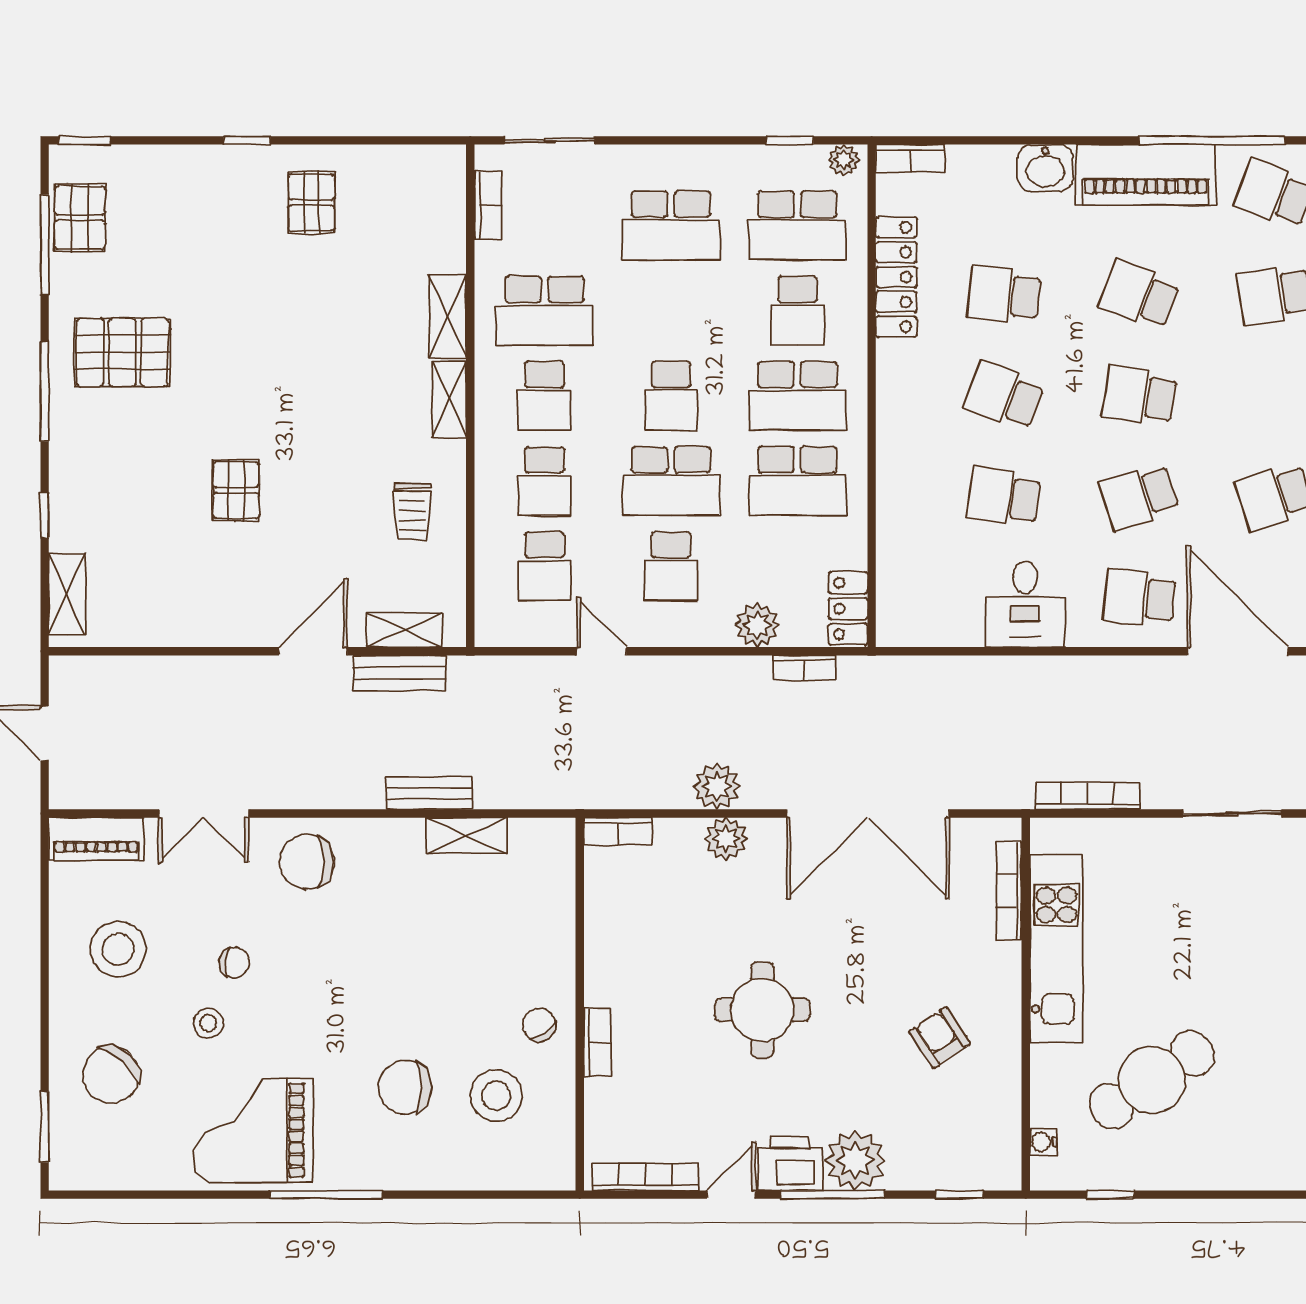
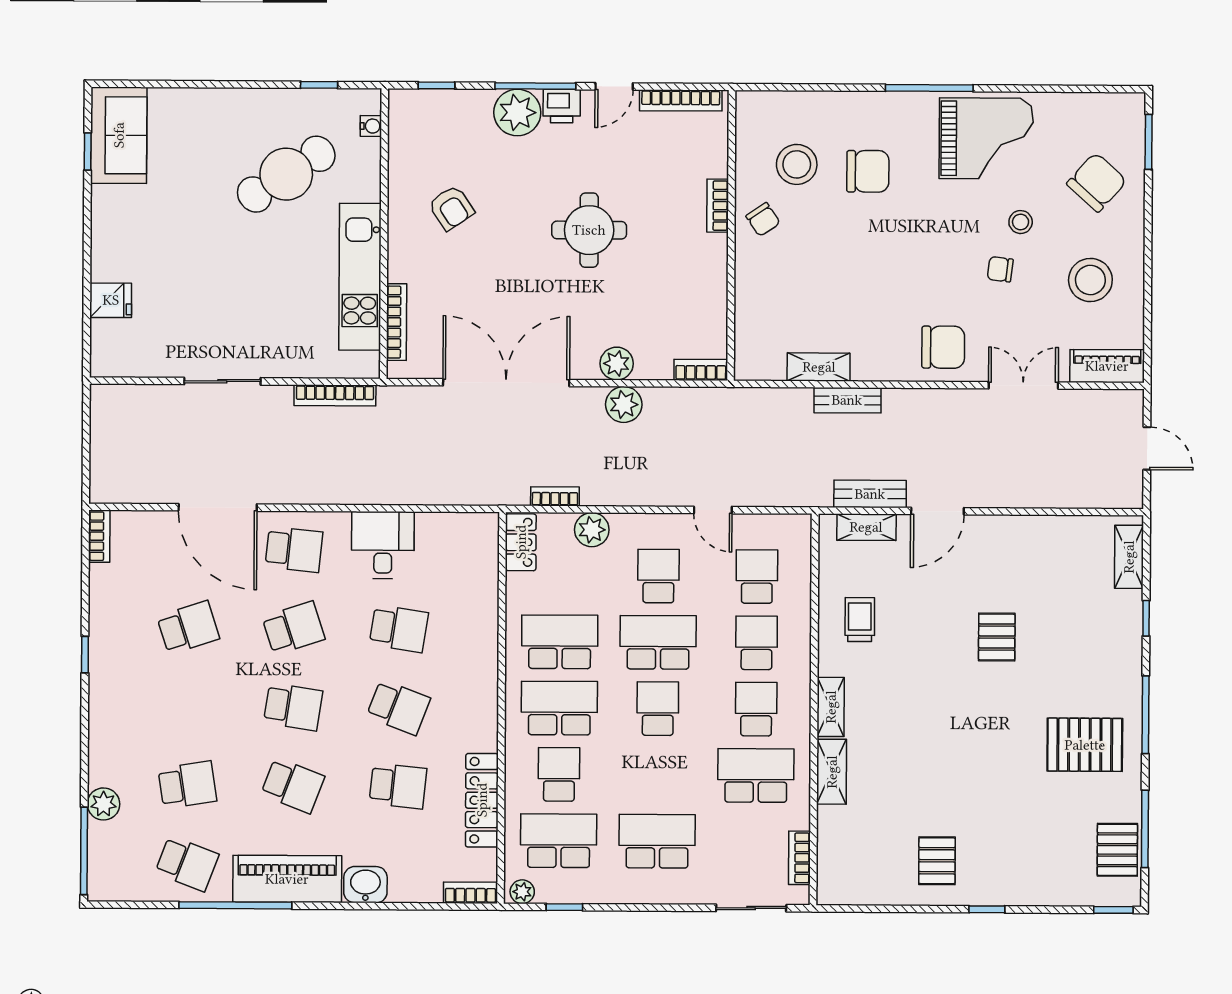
printer: (790, 1164) -> (562, 106), width x0.73, depth x0.81

